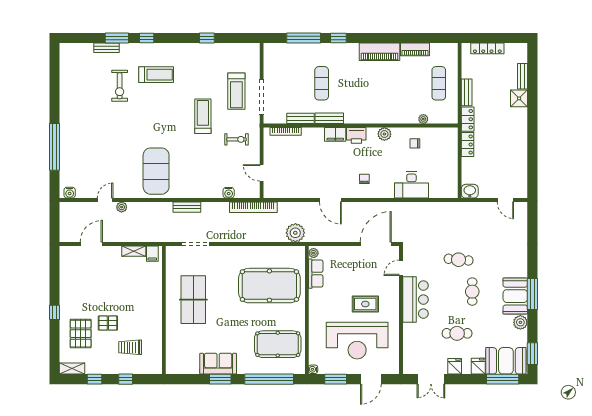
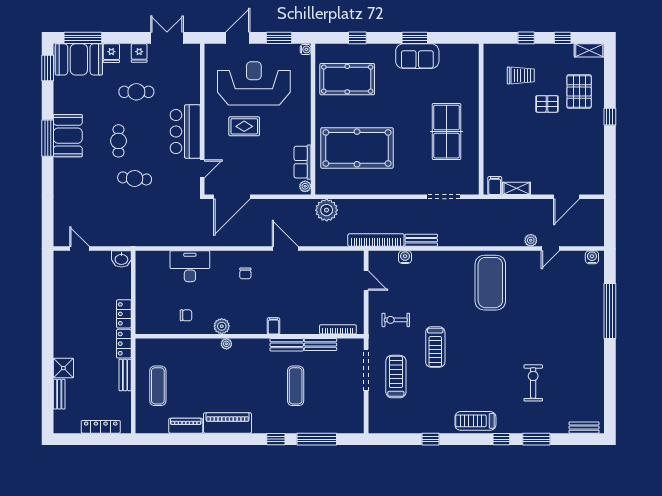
bench: (106, 48) -> (584, 428), moved
treadmill: (156, 75) -> (475, 421), moved
plant: (423, 119) -> (226, 344), moved
filing cabinet: (335, 134) -> (273, 326), width x0.50
printer: (356, 135) -> (255, 325), removed
bench: (187, 207) -> (421, 240), moved
plant: (520, 322) -> (62, 105), removed
window: (269, 379) -> (357, 38), width x0.32

